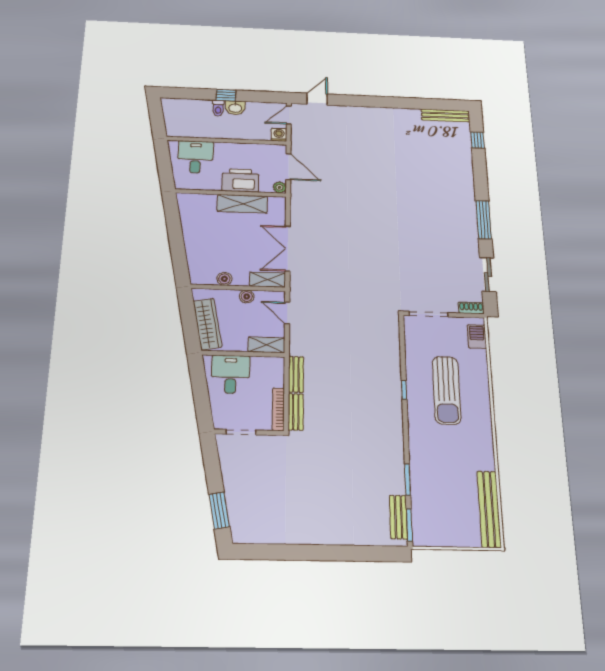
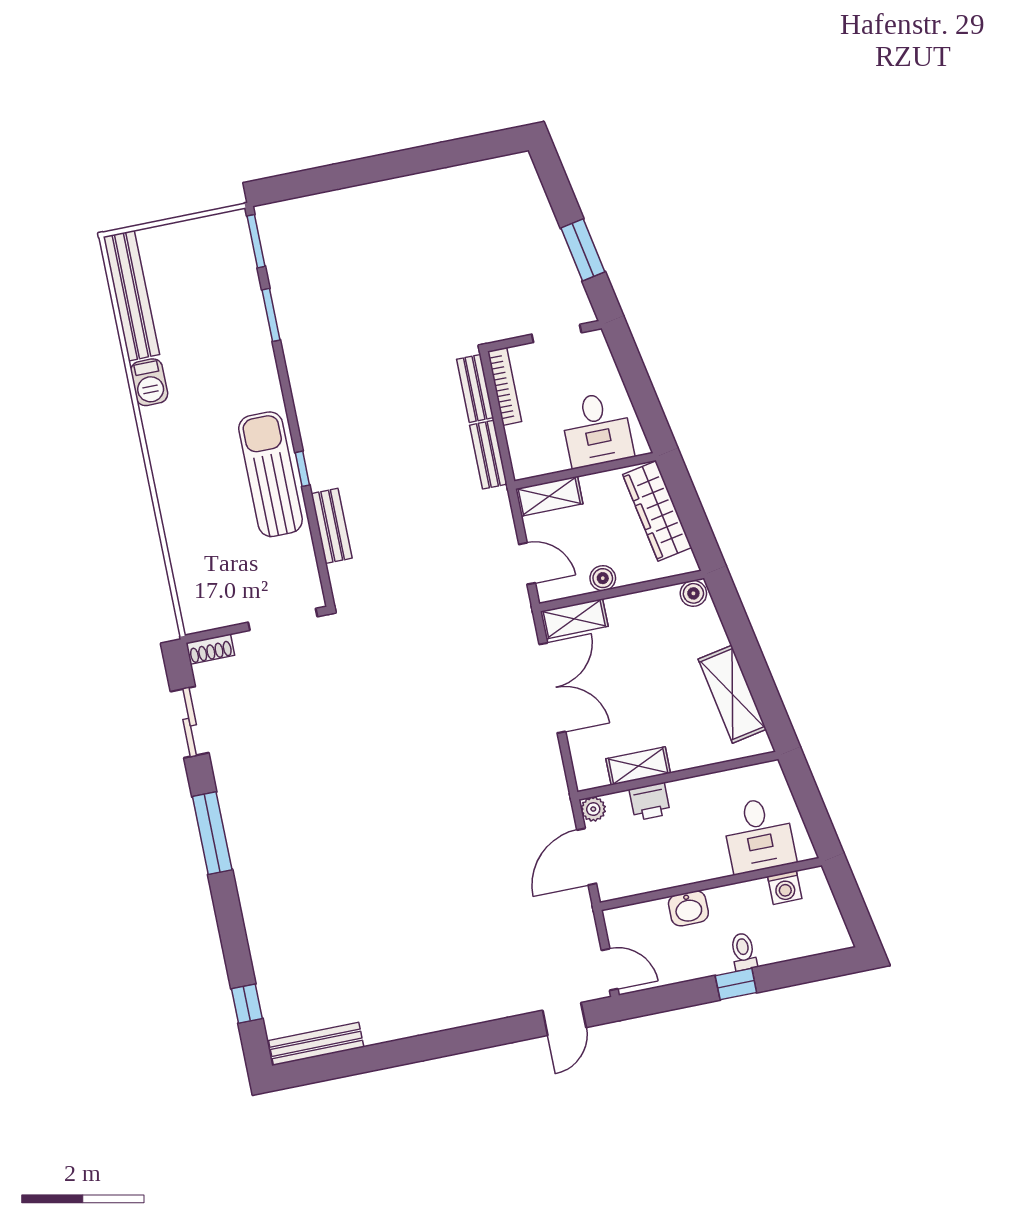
washbasin: (235, 108) -> (688, 908), moved, turned 180
door: (289, 115) -> (610, 969), hinge flipped
washing machine: (279, 135) -> (785, 887), moved
door: (288, 167) -> (587, 857), hinge flipped
printer: (240, 180) -> (650, 802), width x0.53, depth x0.68
shelving: (242, 204) -> (638, 766), width x0.67, depth x0.75
shelving: (191, 225) -> (732, 694), added
boiler: (224, 279) -> (693, 593), moved
barbecue: (477, 337) -> (149, 382), moved
sun lounger: (447, 390) -> (270, 474), moved
window: (219, 510) -> (583, 250), moved
bench: (398, 517) -> (332, 526), moved

